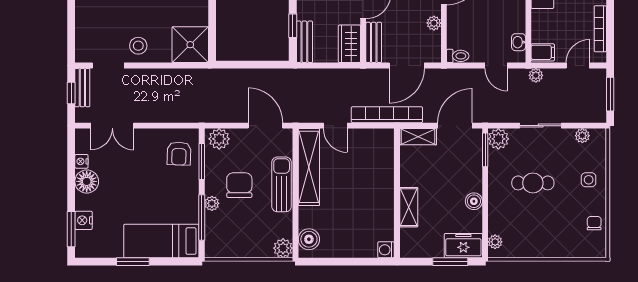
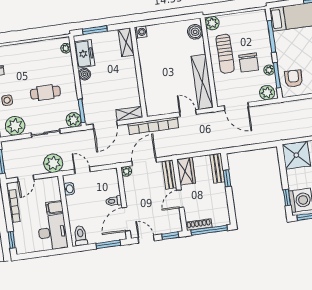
plant: (434, 23) -> (126, 171), moved
filing cabinet: (543, 52) -> (55, 207), moved
toilet: (458, 56) -> (114, 201), moved
plant: (536, 75) -> (53, 163), width x1.88, depth x1.88
plant: (582, 136) -> (15, 126), width x1.88, depth x1.88
sun lounger: (282, 184) -> (225, 54), moved
plant: (212, 203) -> (269, 70), moved
shelving: (409, 207) -> (126, 42), moved
freezer: (463, 246) -> (84, 54), moved, turned -90

